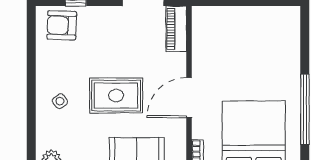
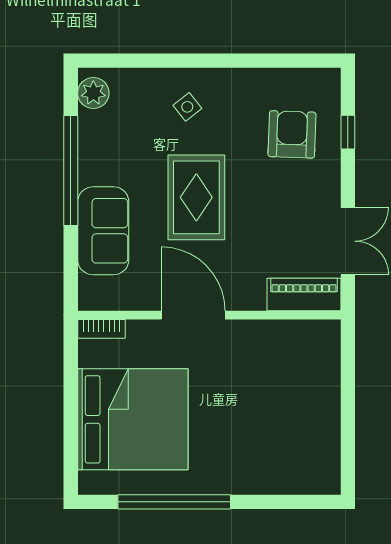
armchair: (62, 25) -> (292, 134), moved

